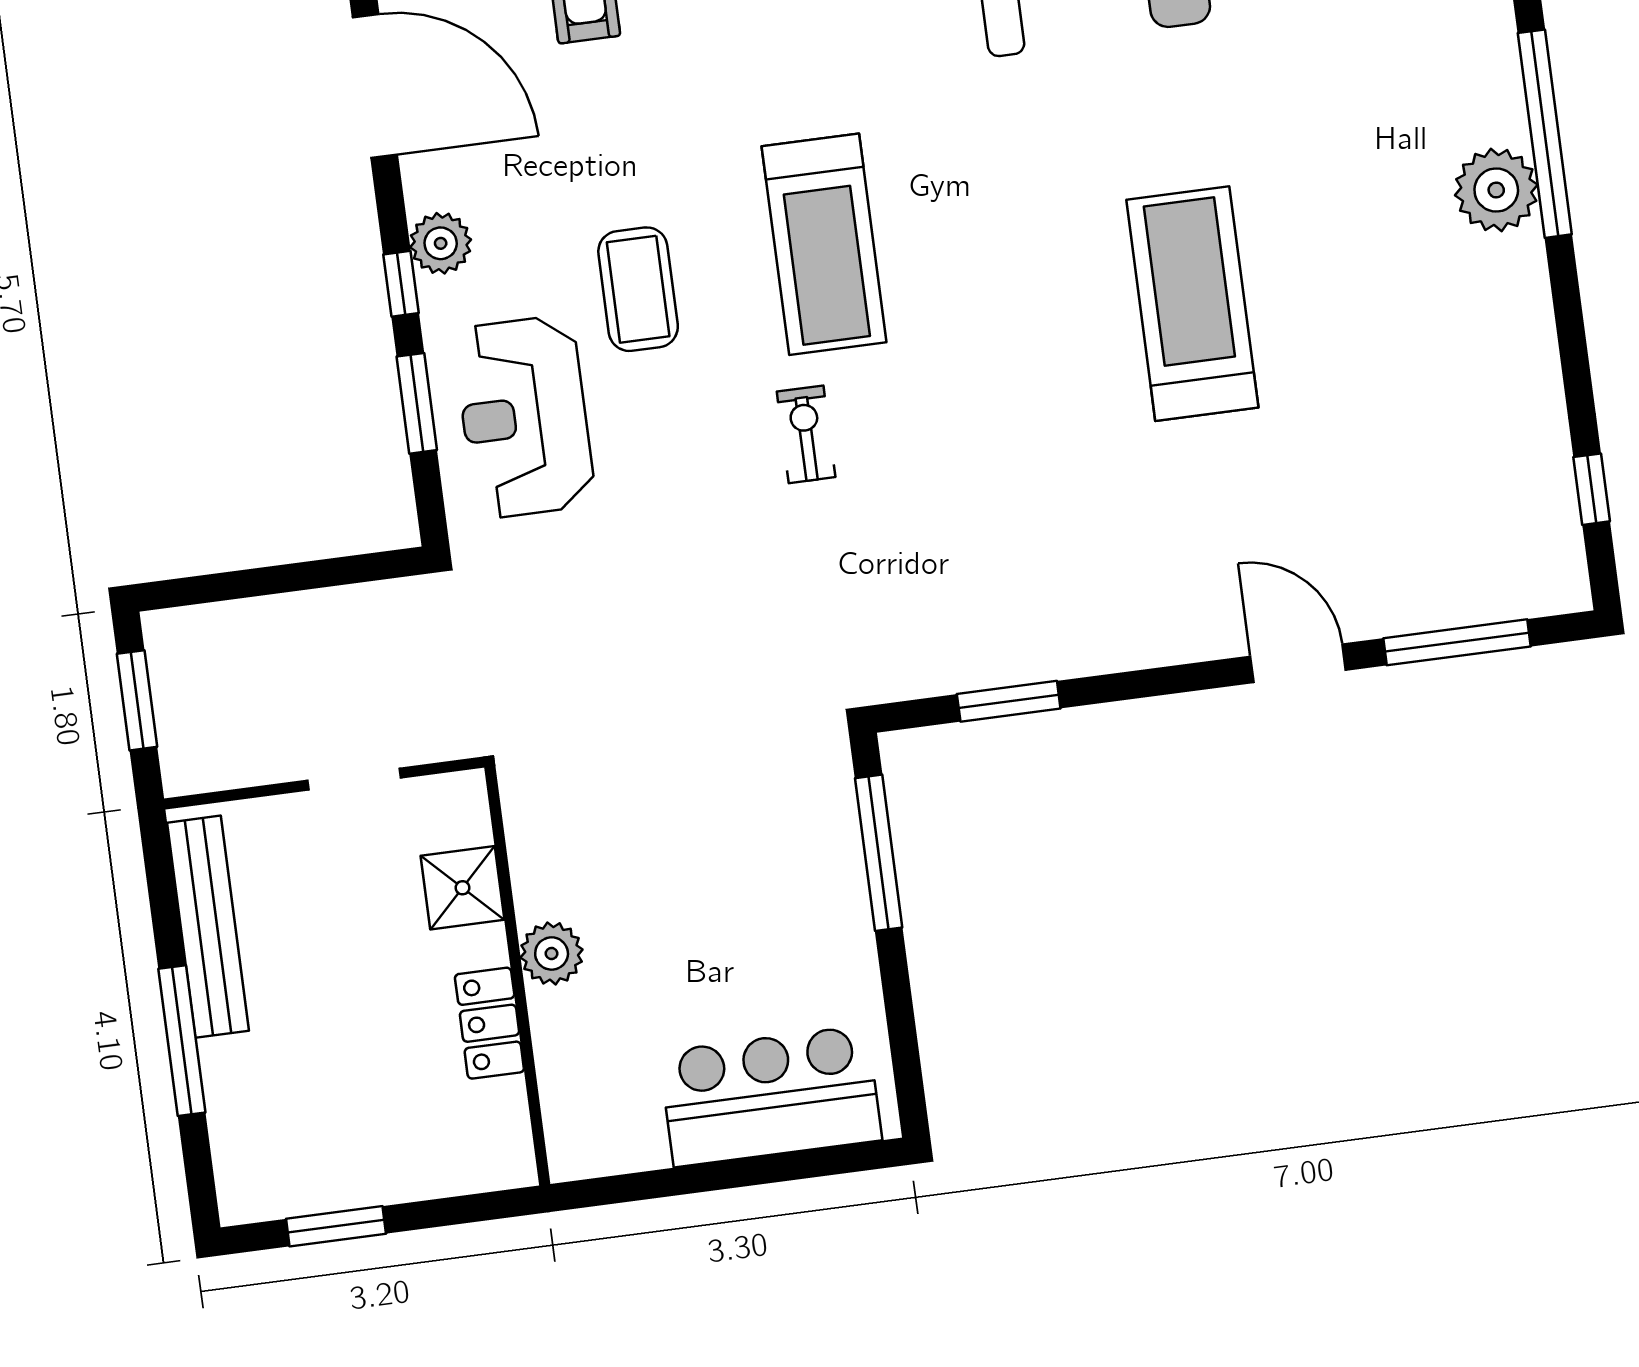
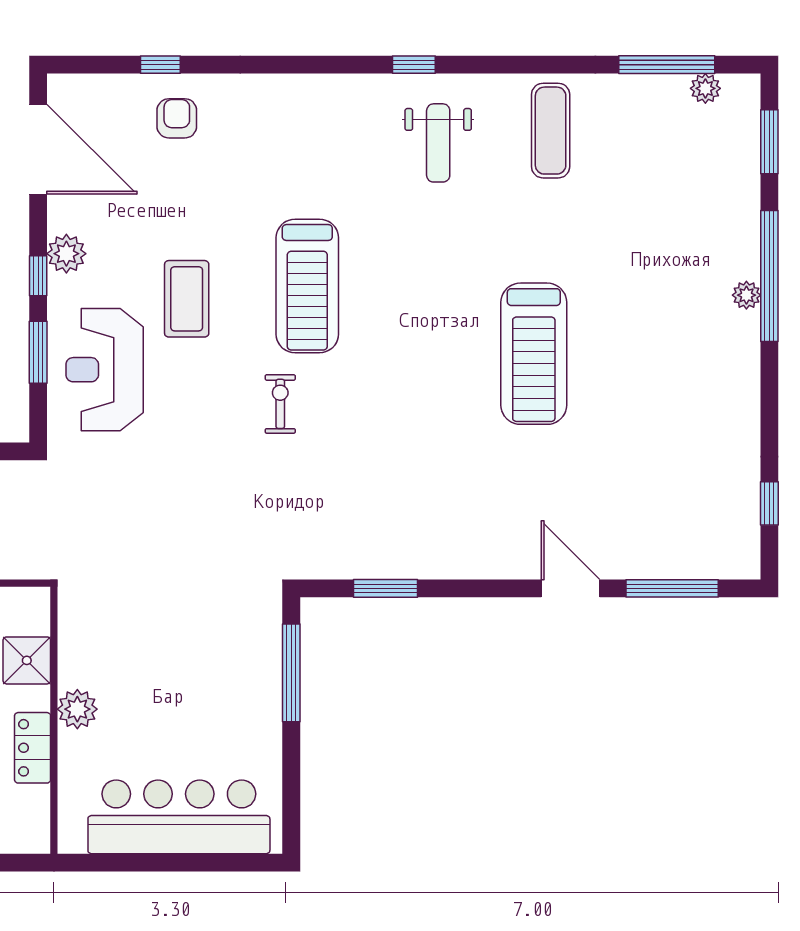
plant: (1496, 190) -> (746, 295), width x0.53, depth x0.53
treadmill: (1192, 304) -> (534, 354), turned 180
bar counter: (770, 1096) -> (179, 817), width x1.36

